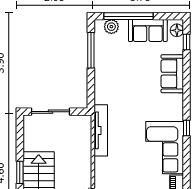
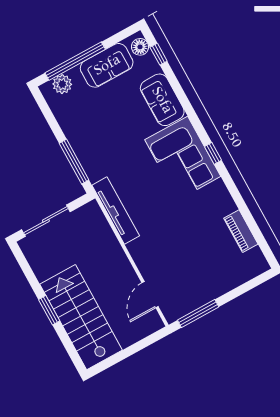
window: (91, 50) -> (74, 162), moved
corner sofa: (165, 148) -> (183, 158), moved

